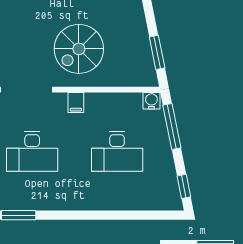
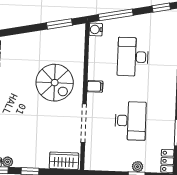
desk: (117, 151) -> (133, 57), turned 180

